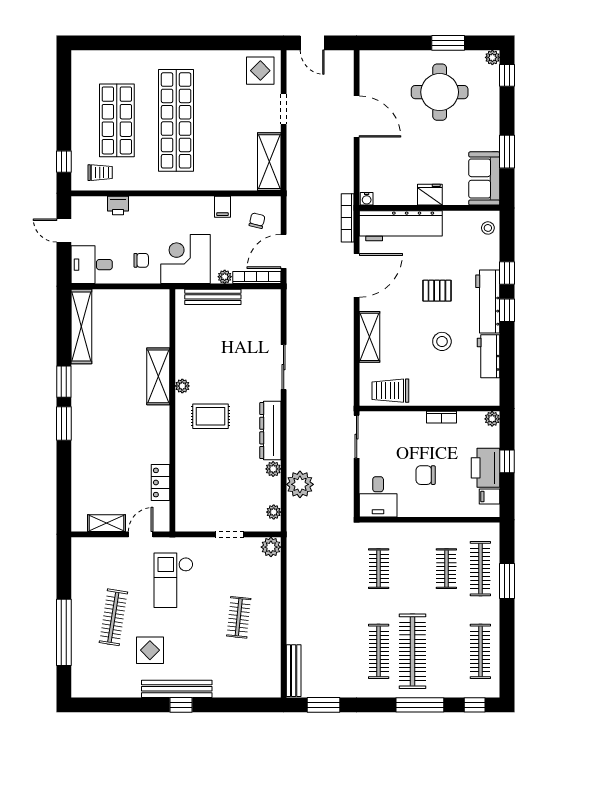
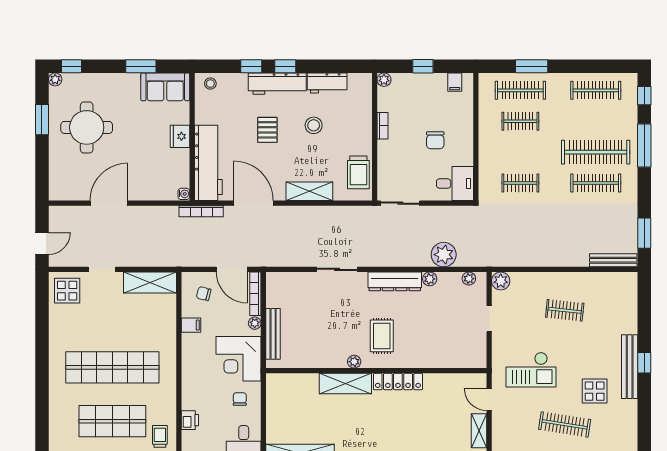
printer: (486, 468) -> (429, 86), removed
locker: (160, 482) -> (398, 382), moved, width x1.53

